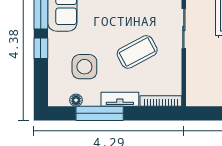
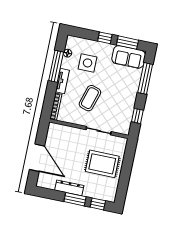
coffee table: (137, 52) -> (90, 98), turned 45

